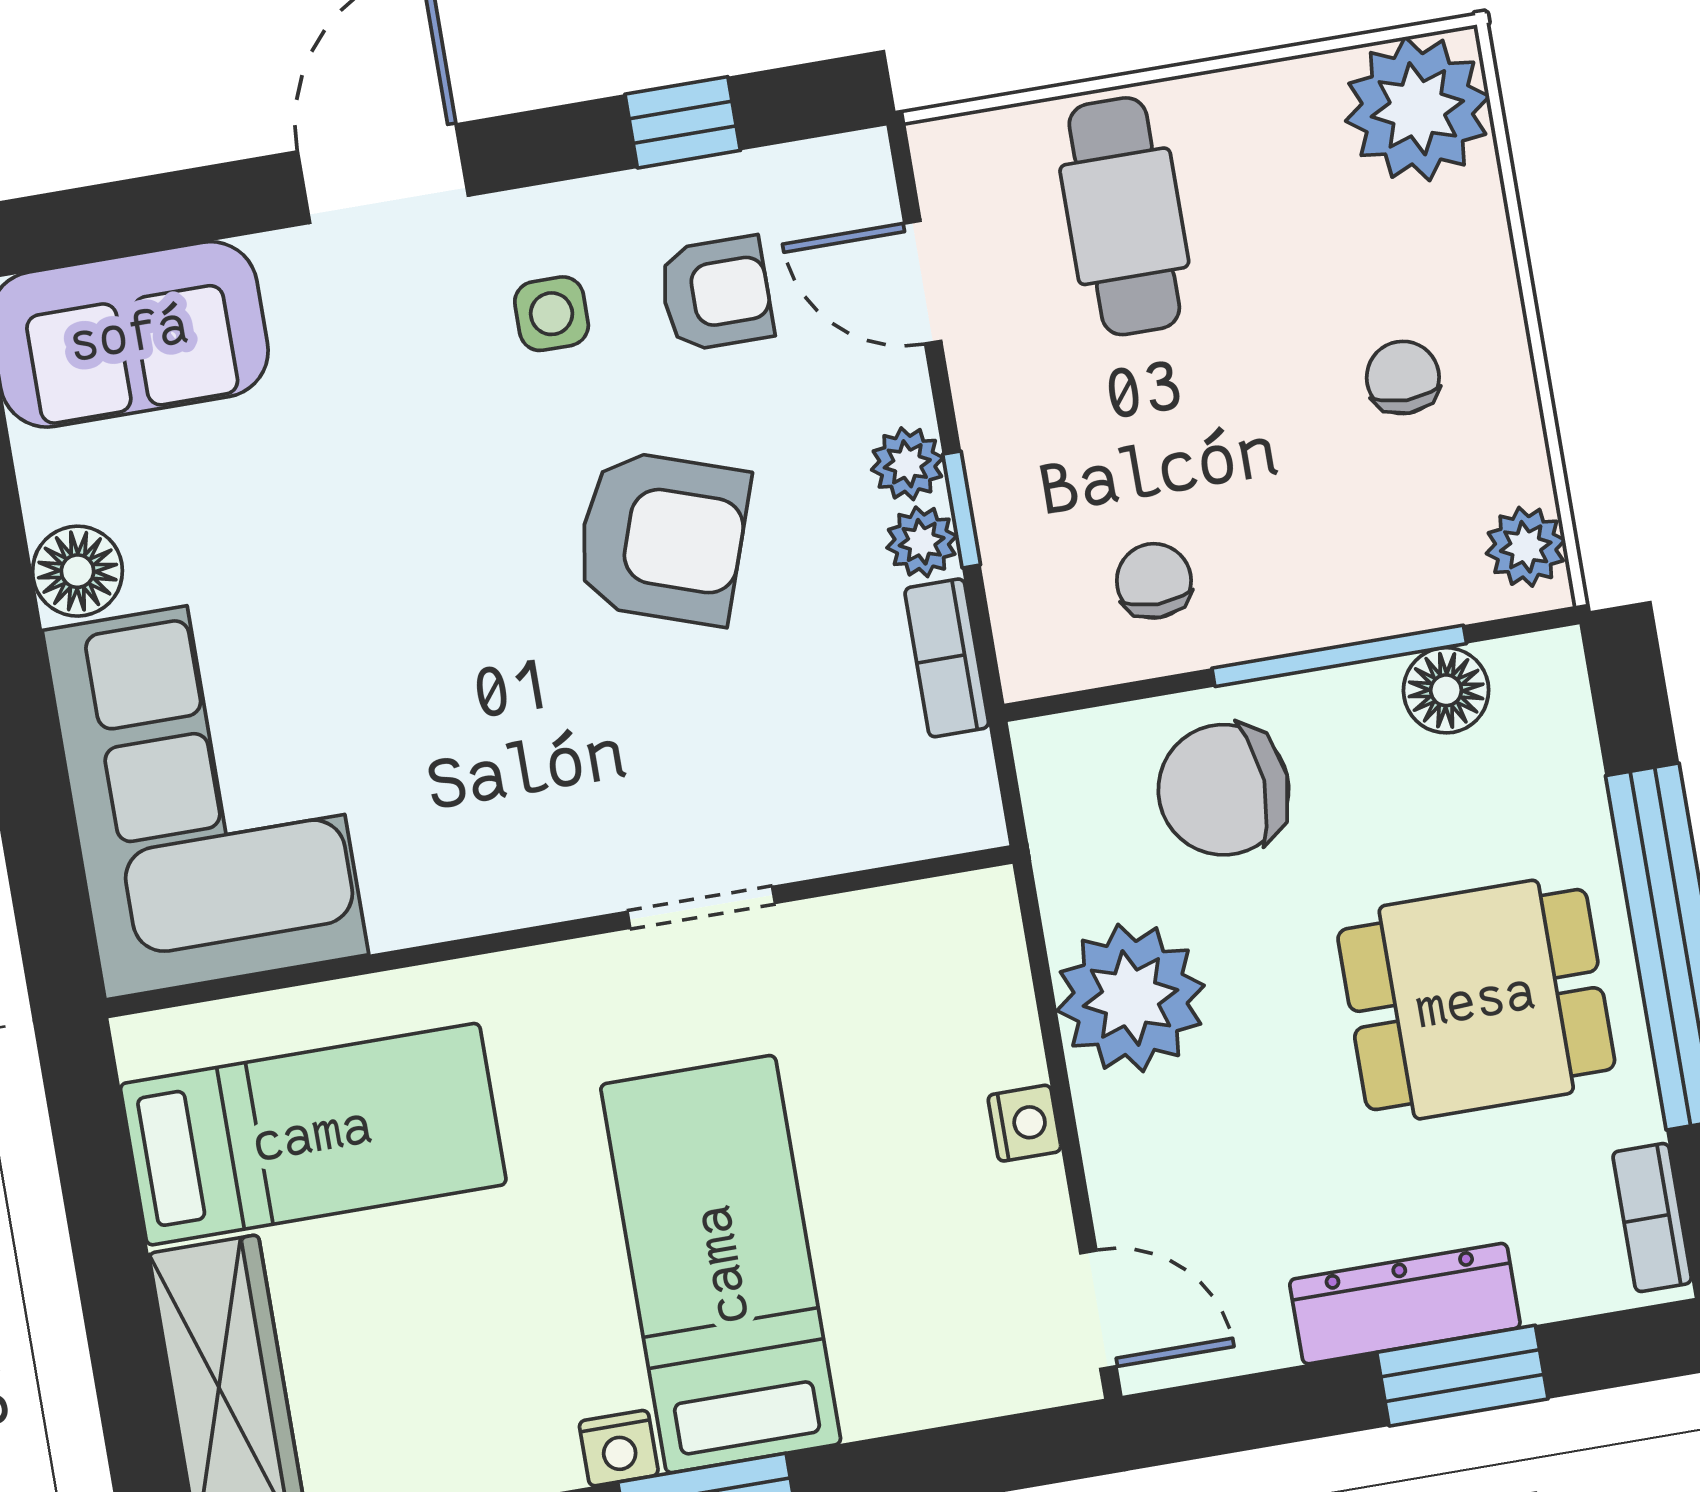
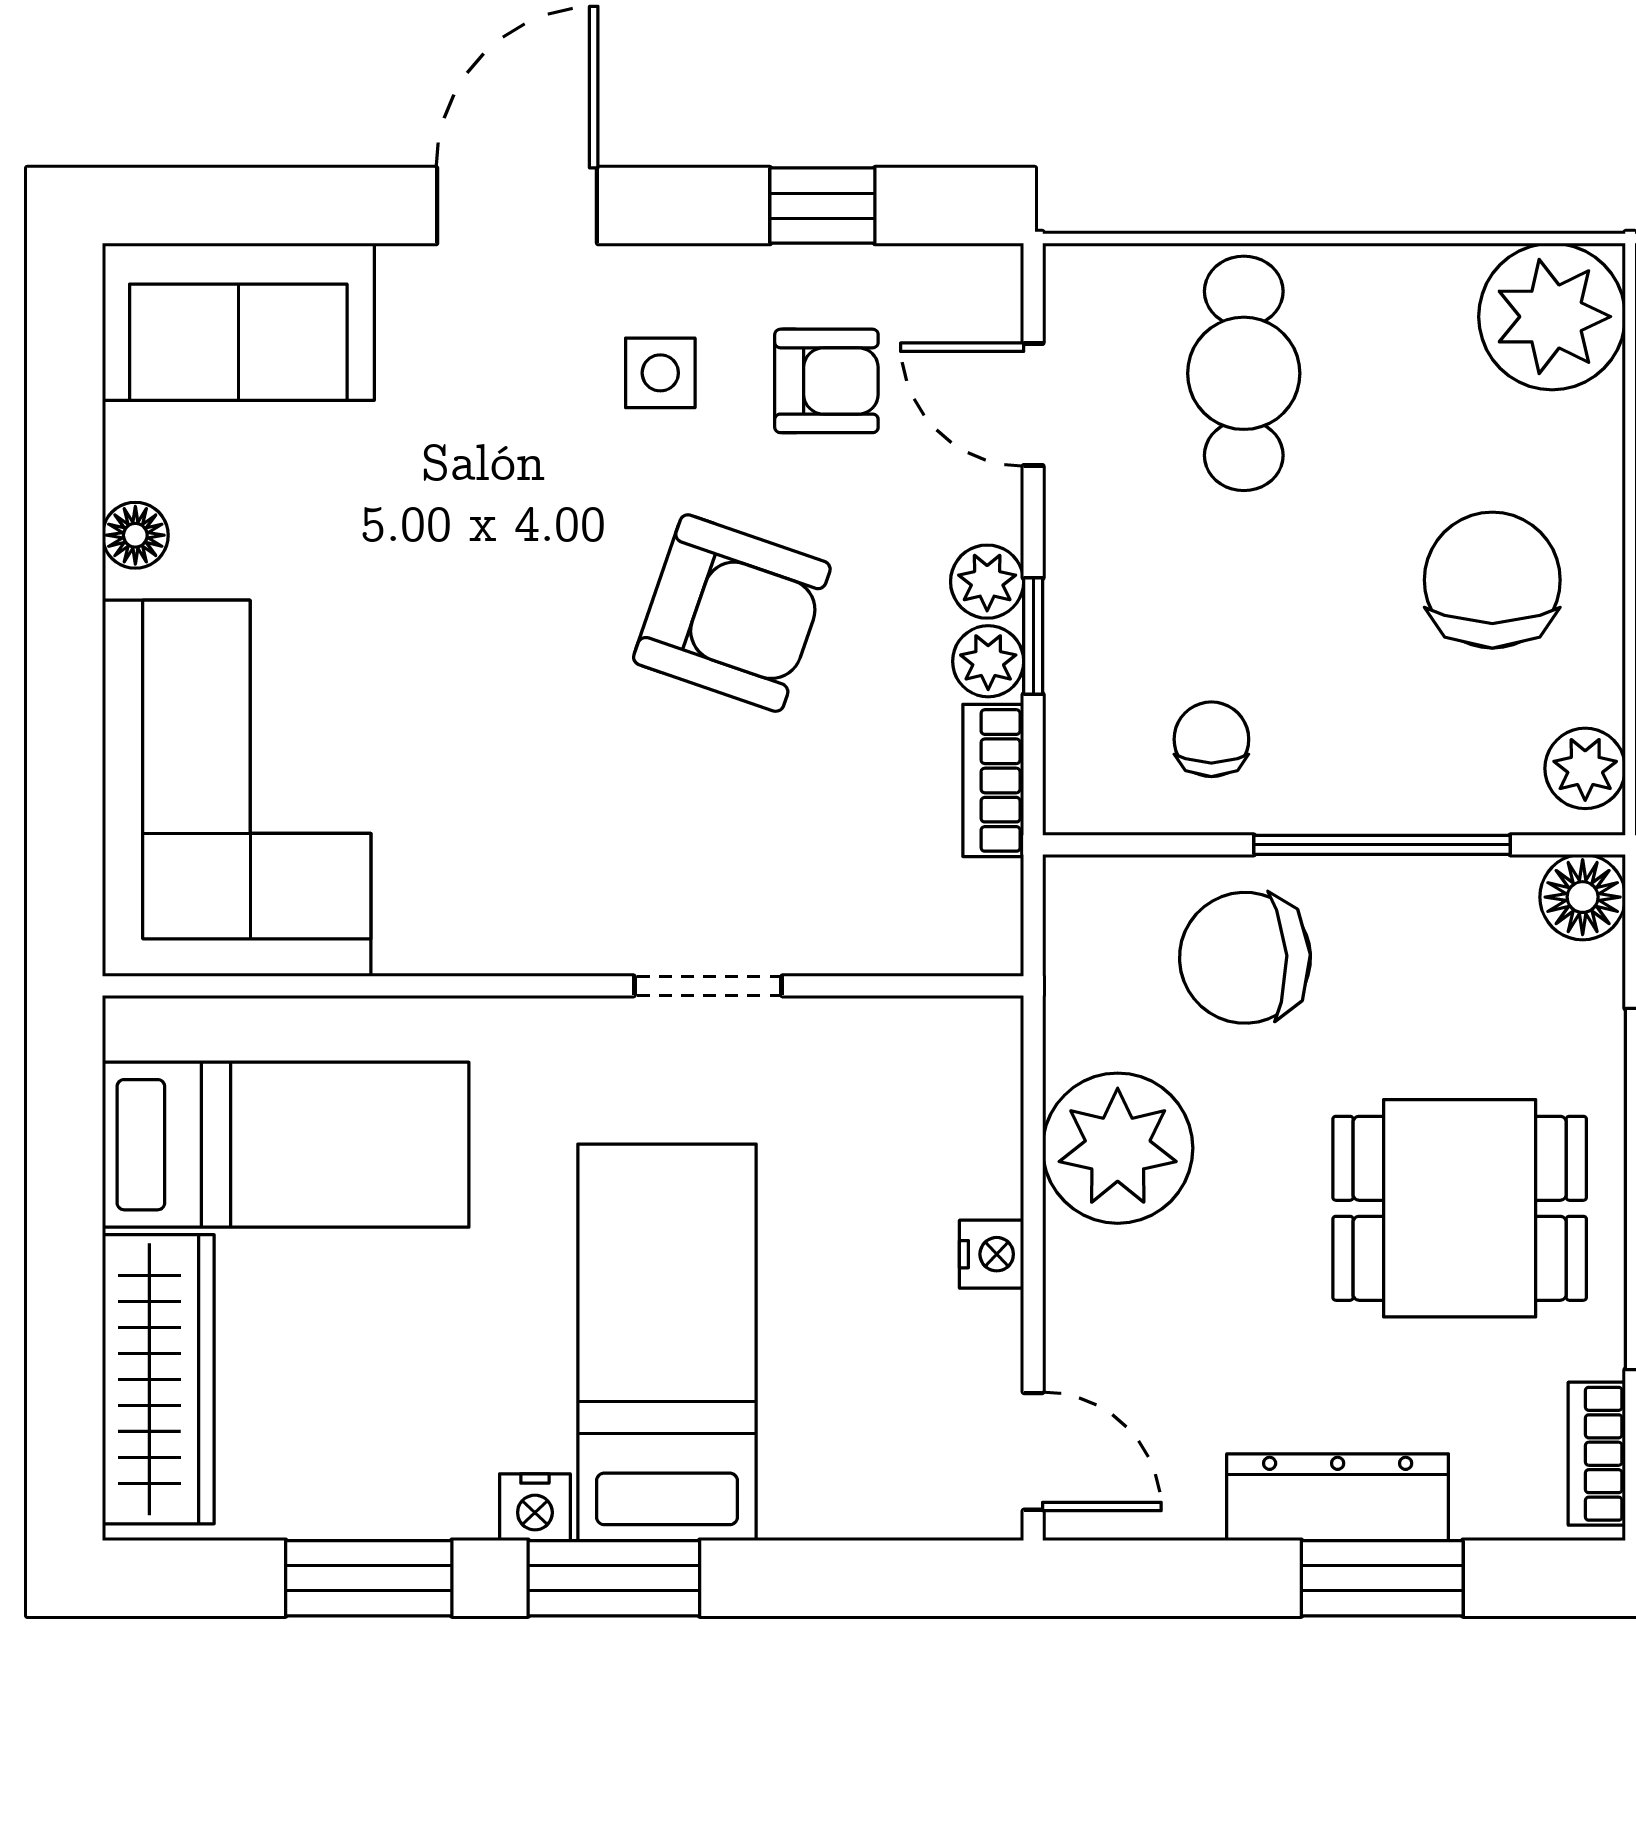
chair: (1403, 378) -> (1492, 580), width x1.87, depth x1.87
floor lamp: (78, 571) -> (135, 535), width x0.73, depth x0.73
floor lamp: (1446, 690) -> (1583, 897), moved

